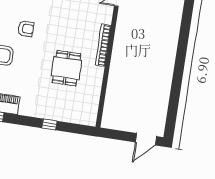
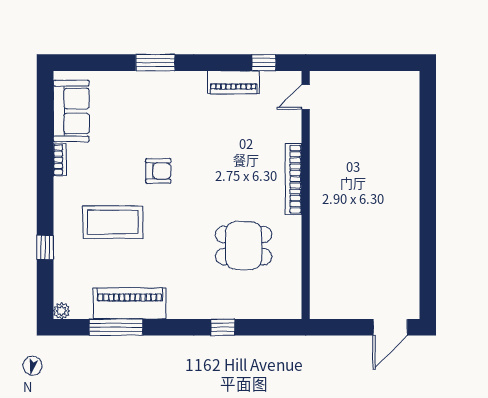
dining table: (66, 68) -> (244, 246), moved, turned 90

